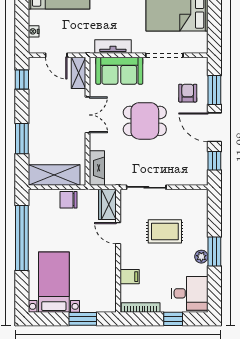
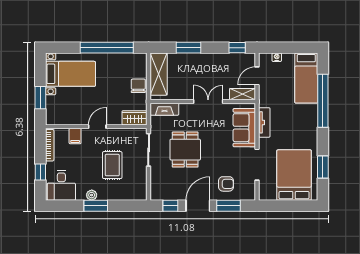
double door: (88, 115) -> (208, 102), swing flipped
dining table: (145, 121) -> (185, 150), moved
door: (118, 233) -> (97, 127), moved

